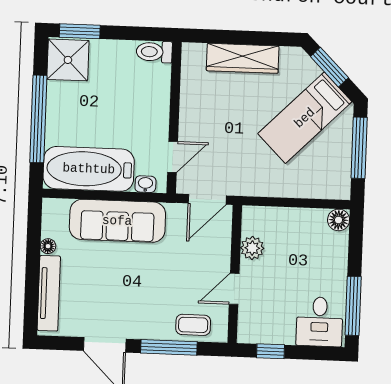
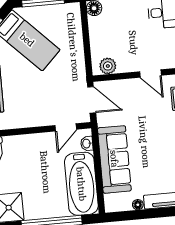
door: (173, 157) -> (66, 127), swing flipped
plant: (252, 248) -> (108, 66), moved

